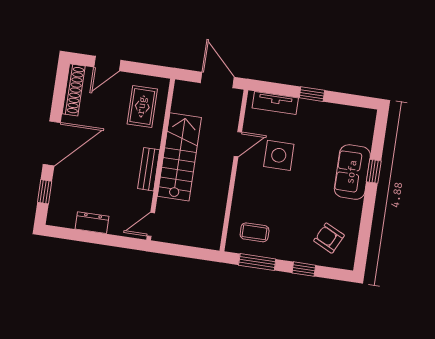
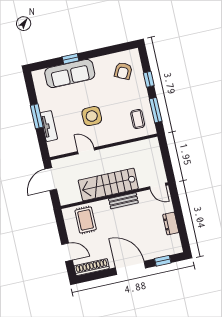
window: (312, 94) -> (37, 116), width x1.50
tv unit: (275, 103) -> (49, 126), moved
rug: (142, 106) -> (86, 220), turned 90
side table: (279, 155) -> (92, 116), moved
sofa: (352, 172) -> (70, 73), width x1.36

